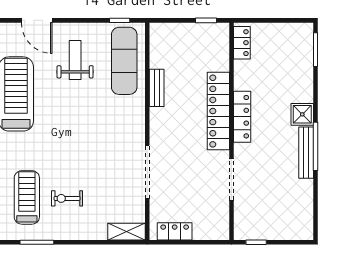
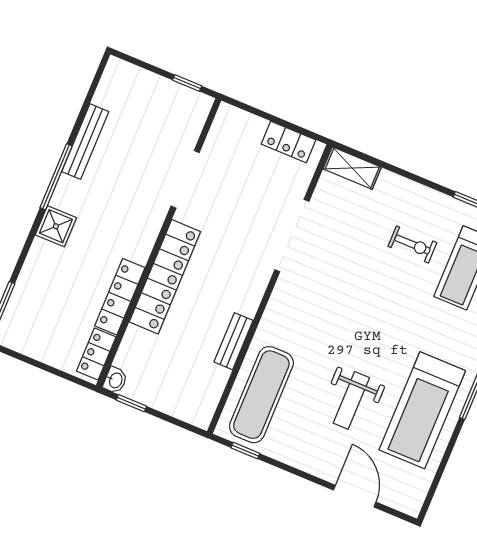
washbasin: (223, 31) -> (115, 380), added
weight bench: (75, 60) -> (351, 400), moved
locker: (242, 117) -> (120, 297), moved
bench: (306, 153) -> (85, 142), moved

